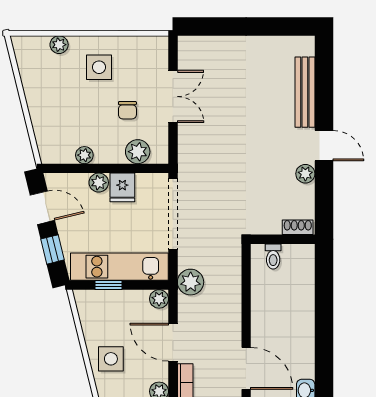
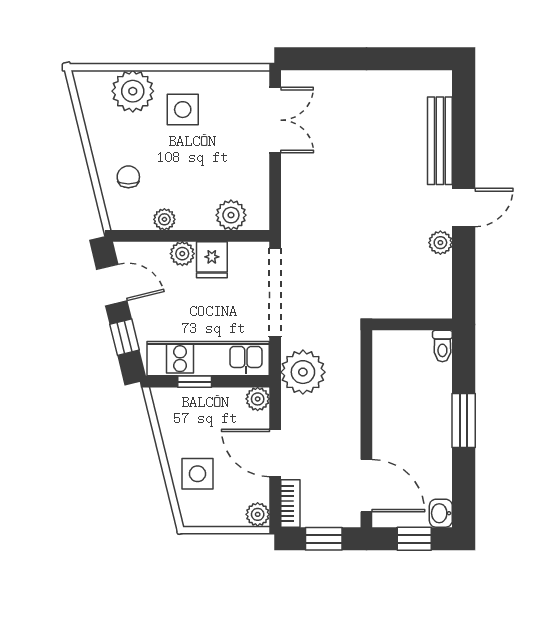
plant: (59, 45) -> (133, 91), width x1.87, depth x1.87
double door: (173, 96) -> (275, 120), moved
chair: (127, 110) -> (128, 177), moved, turned 180
door: (324, 146) -> (464, 208), hinge flipped
shoe rack: (298, 227) -> (431, 309), removed
toilet: (273, 257) -> (442, 346), moved
plant: (191, 282) -> (303, 372), width x1.36, depth x1.36
window: (324, 316) -> (464, 420), added

